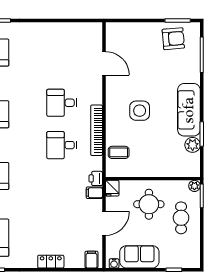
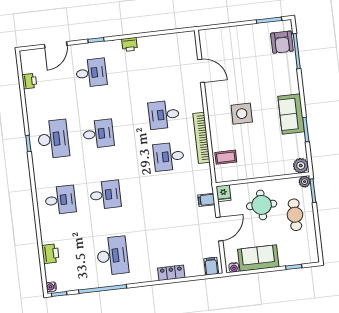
armchair: (173, 39) -> (282, 42), moved, turned 95
sofa: (189, 110) -> (291, 114), width x0.73
plant: (193, 145) -> (301, 166), moved
printer: (96, 178) -> (130, 44), moved, turned -90

